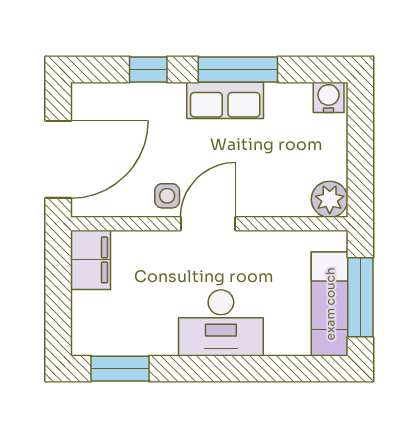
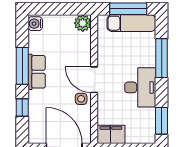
desk: (221, 323) -> (140, 87), moved
window: (255, 369) -> (162, 58), added

